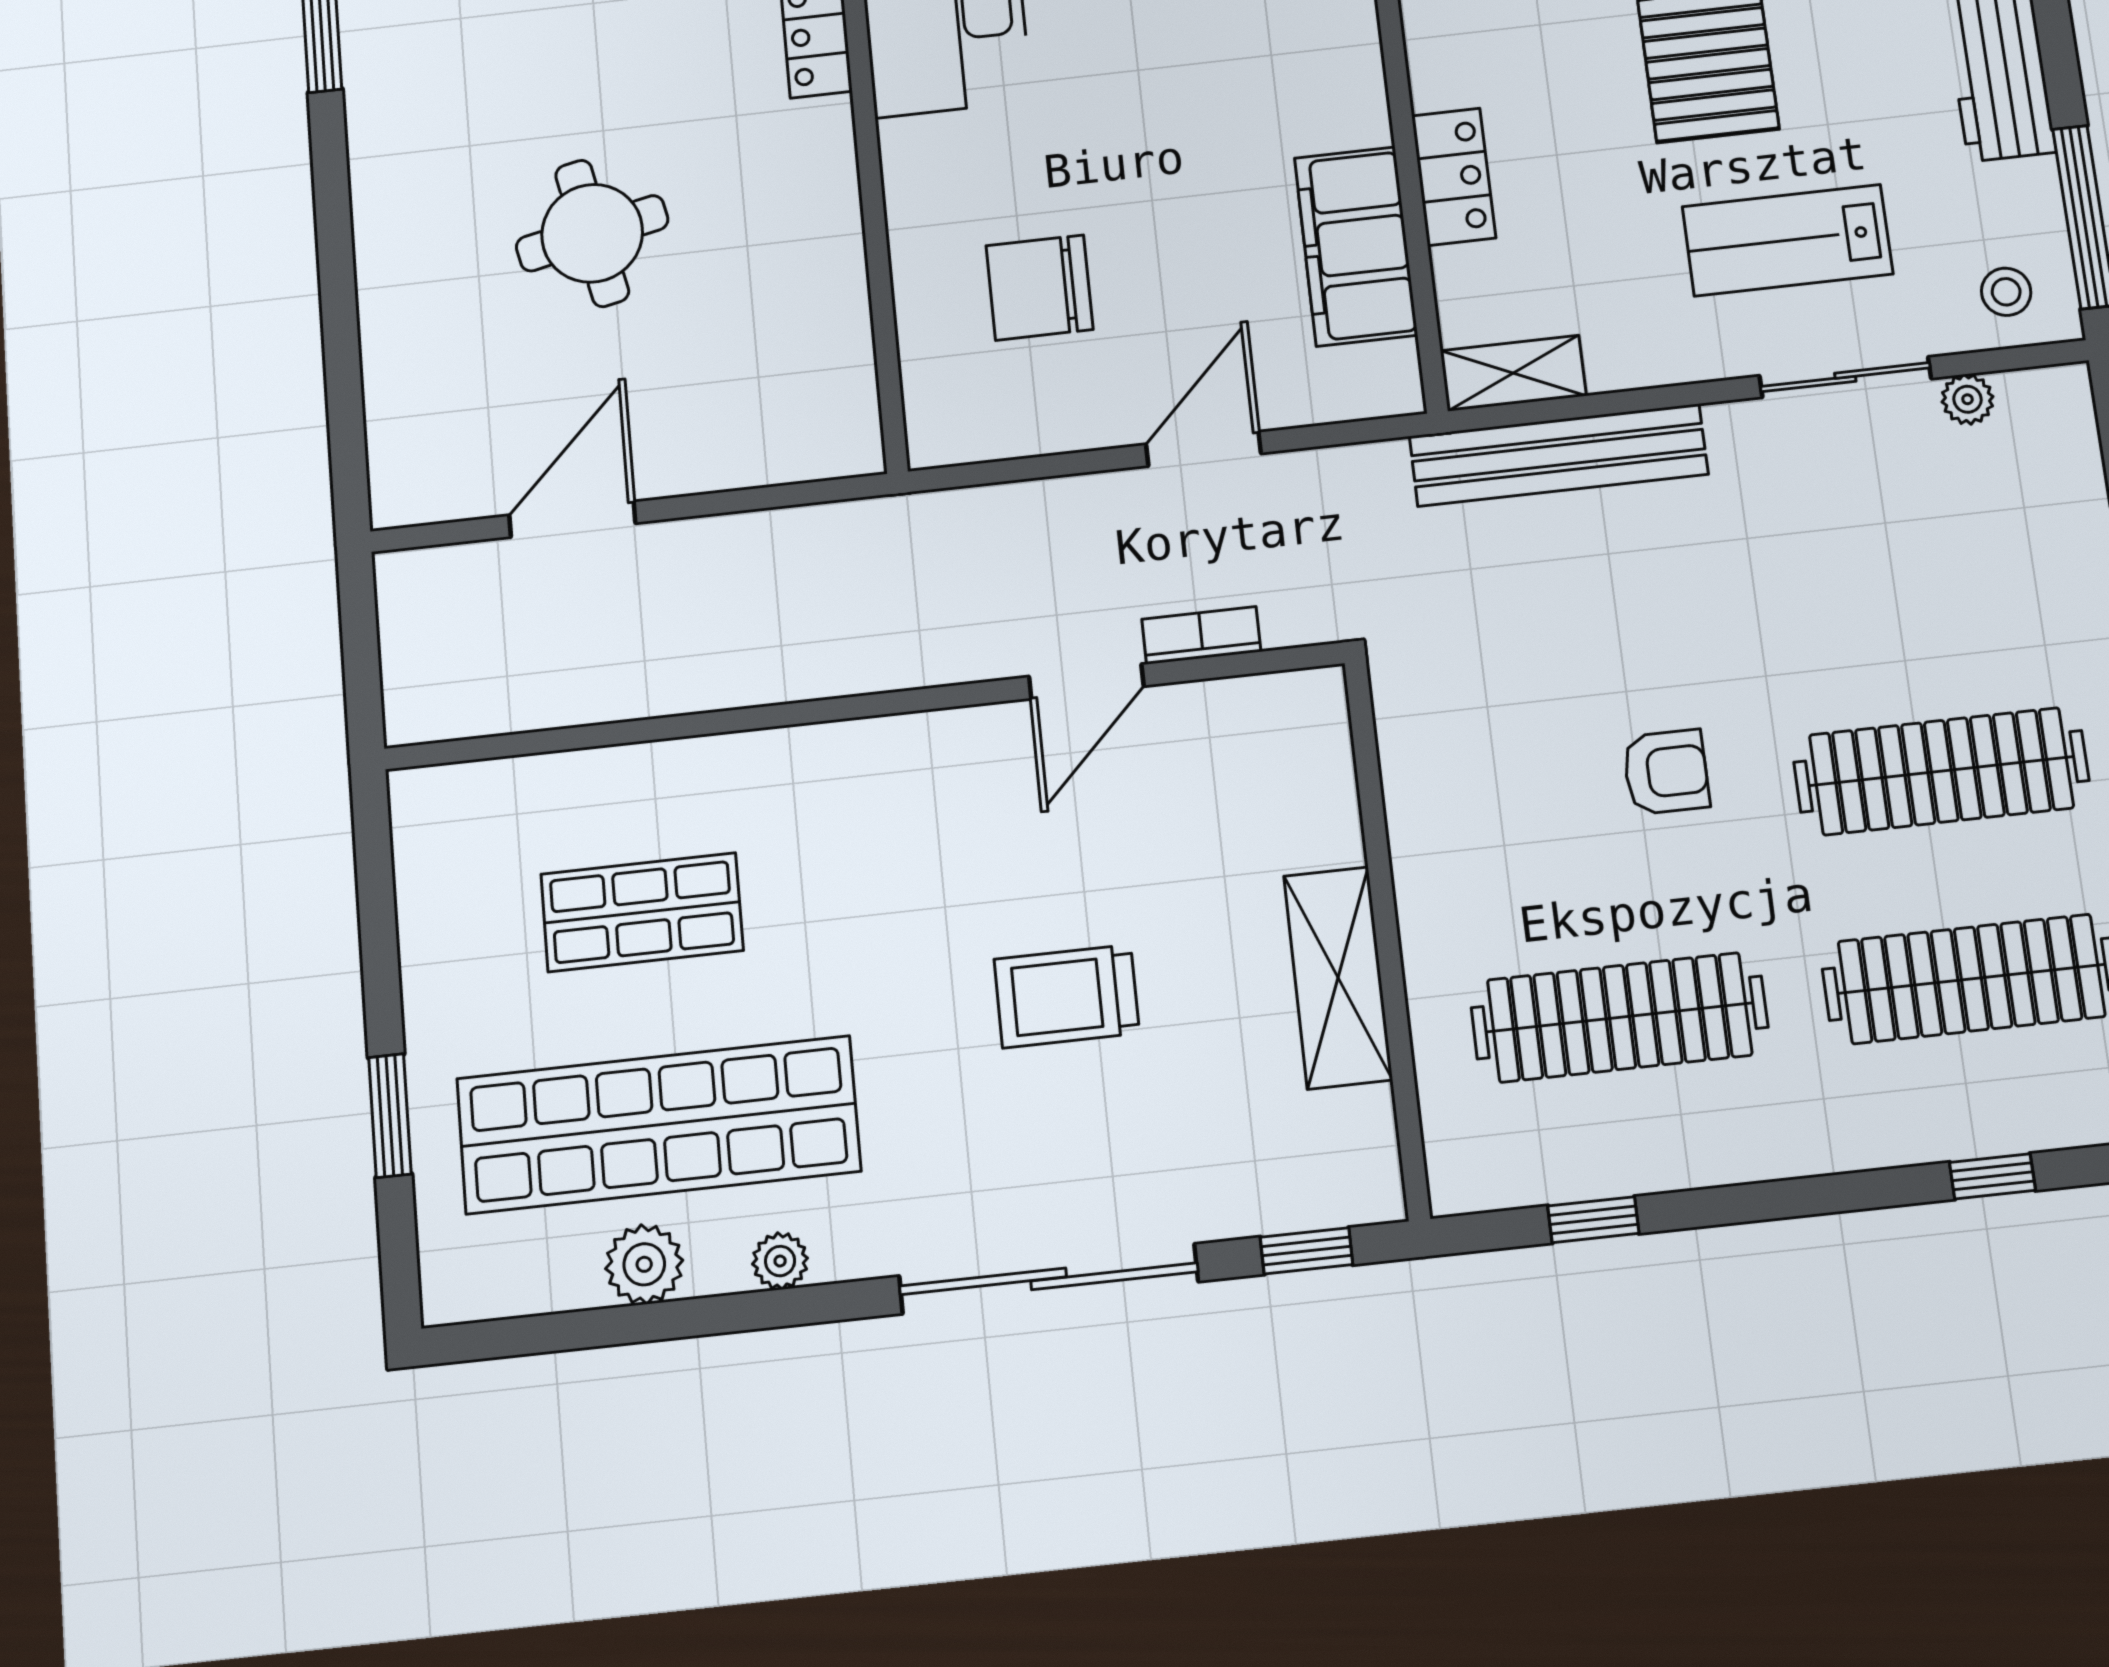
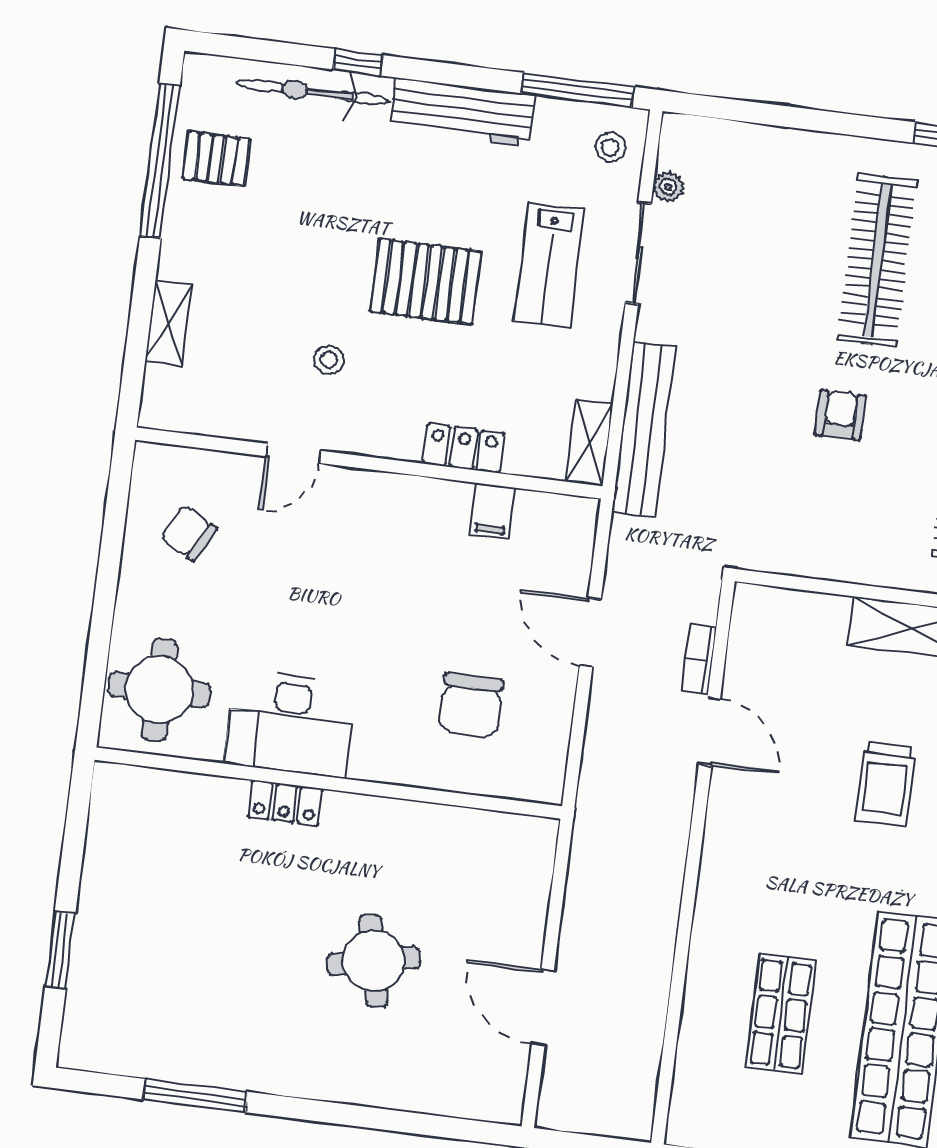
filing cabinet: (1356, 246) -> (492, 511), width x0.33, depth x0.86

